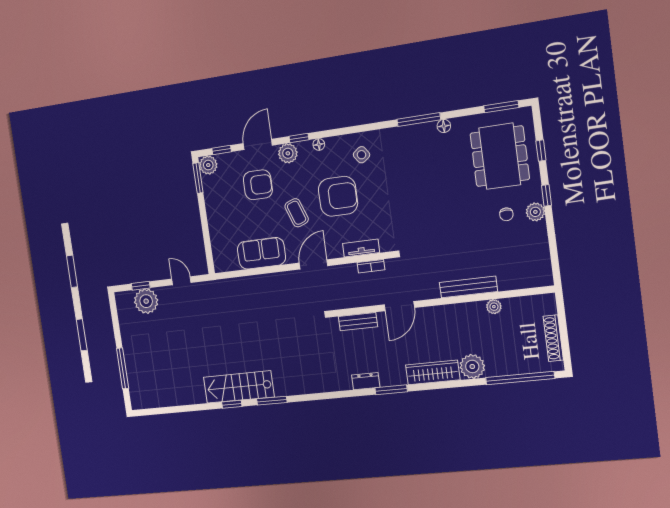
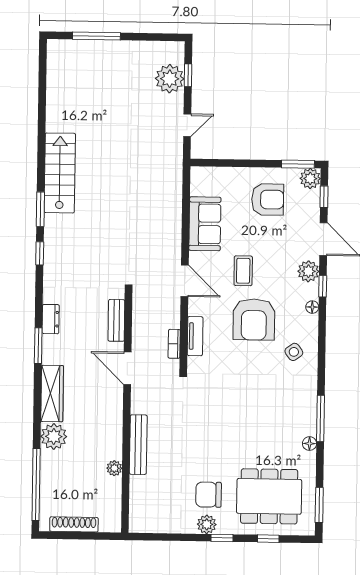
armchair: (258, 185) -> (268, 199), moved, turned -90
coffee table: (297, 213) -> (243, 271), turned -70
chair: (506, 214) -> (209, 495), width x1.87, depth x1.87
window: (232, 404) -> (40, 253), moved

